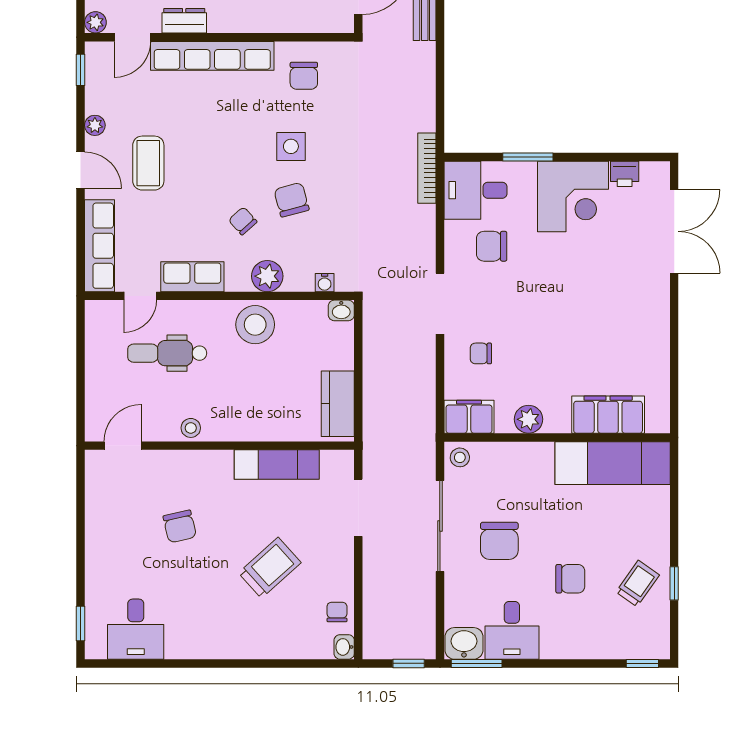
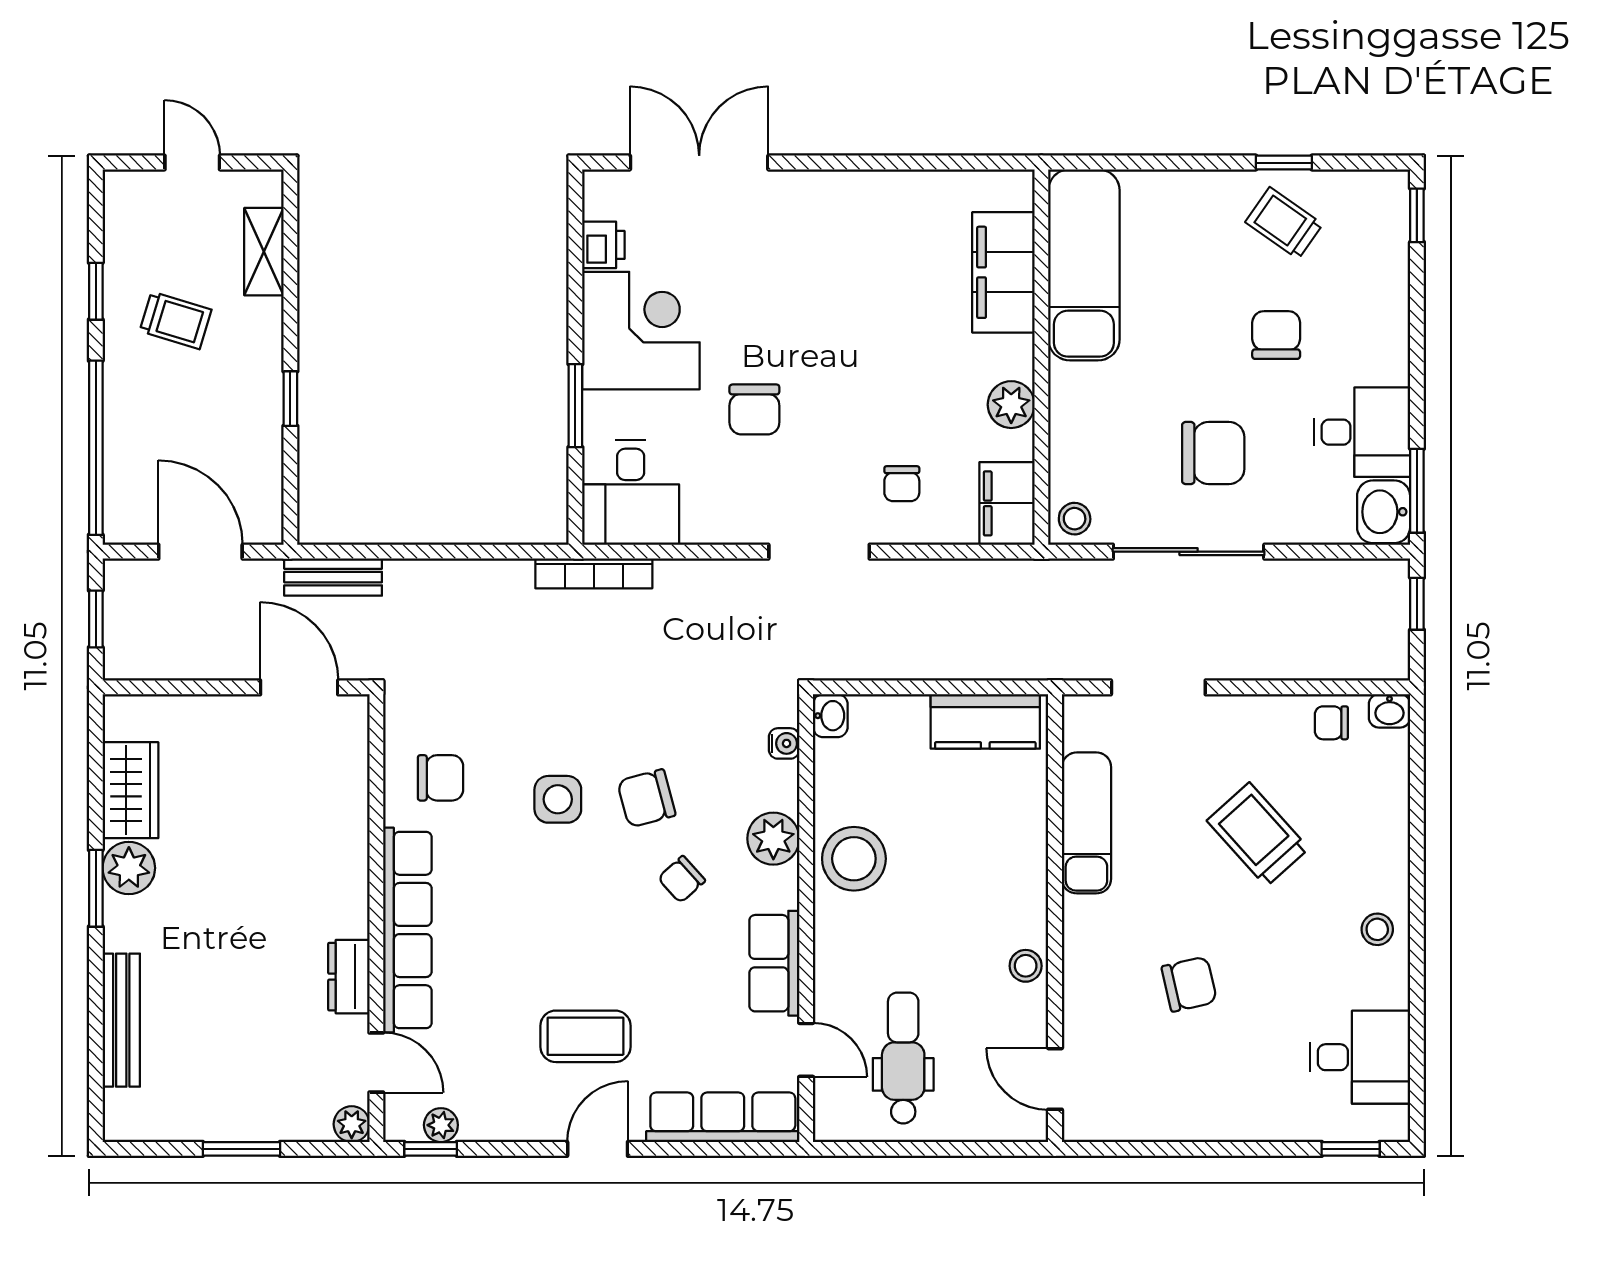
plant: (95, 125) -> (441, 1125), moved
chair: (492, 246) -> (754, 409), moved
dental chair: (167, 353) -> (903, 1058), moved, turned 180
stool: (213, 640) -> (1377, 929), added

